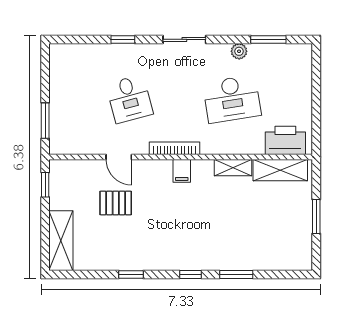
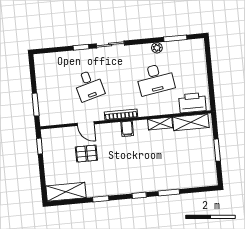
sliding door: (184, 39) -> (110, 45), moved
shelving: (61, 241) -> (66, 192), moved, turned 90

